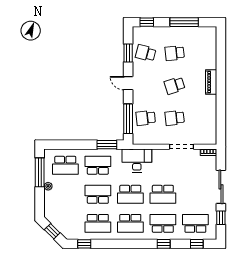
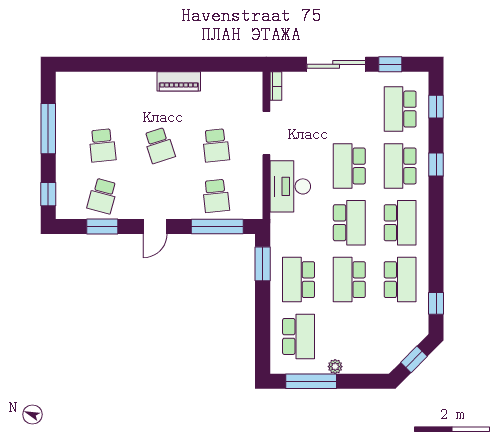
piano: (211, 82) -> (179, 81), moved
desk: (137, 161) -> (290, 186), moved
school desk: (163, 194) -> (349, 166), turned 180

